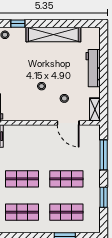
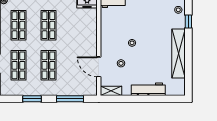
door: (68, 123) -> (99, 67), hinge flipped

